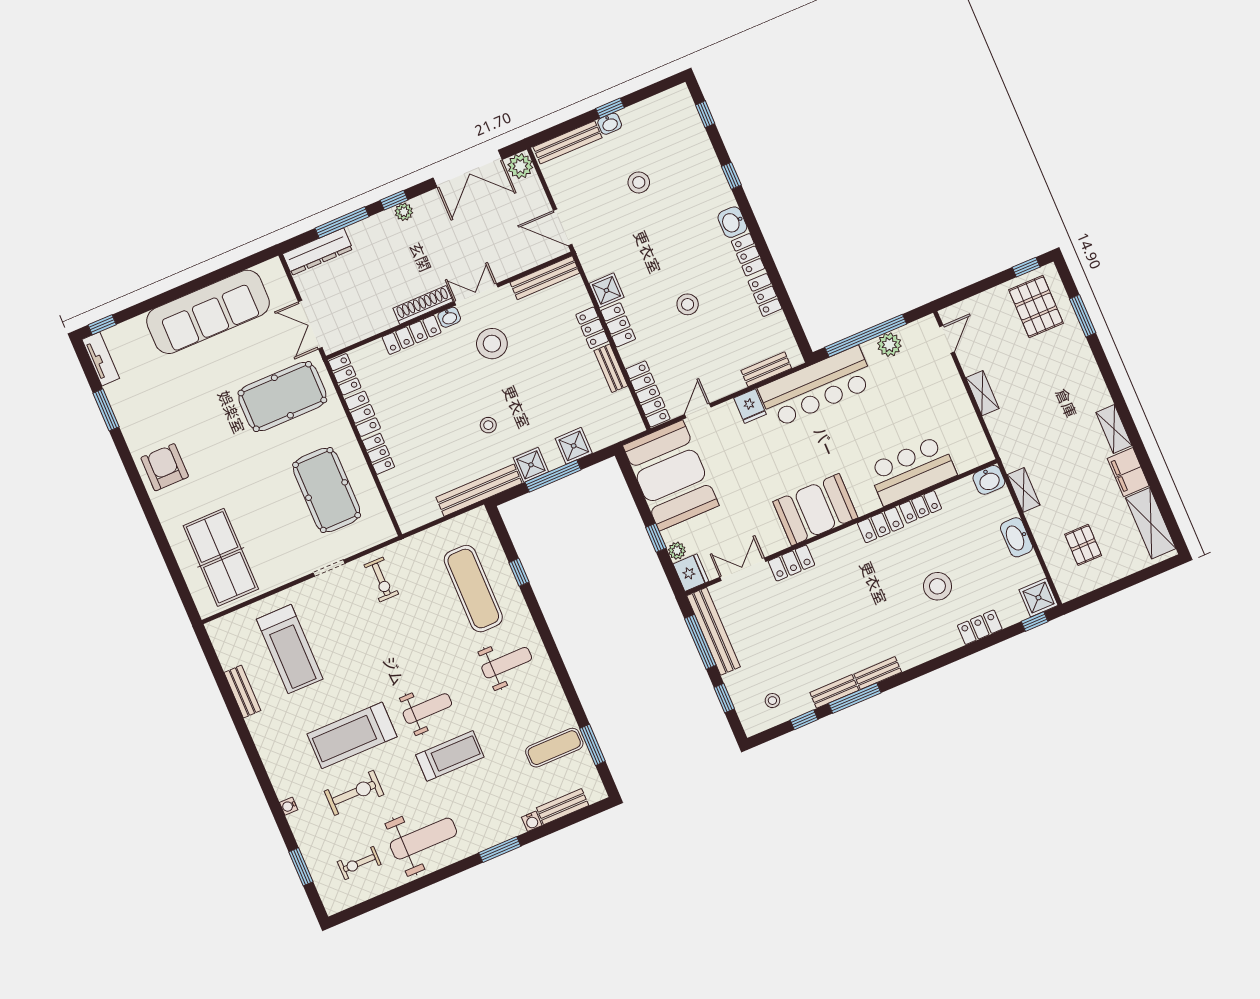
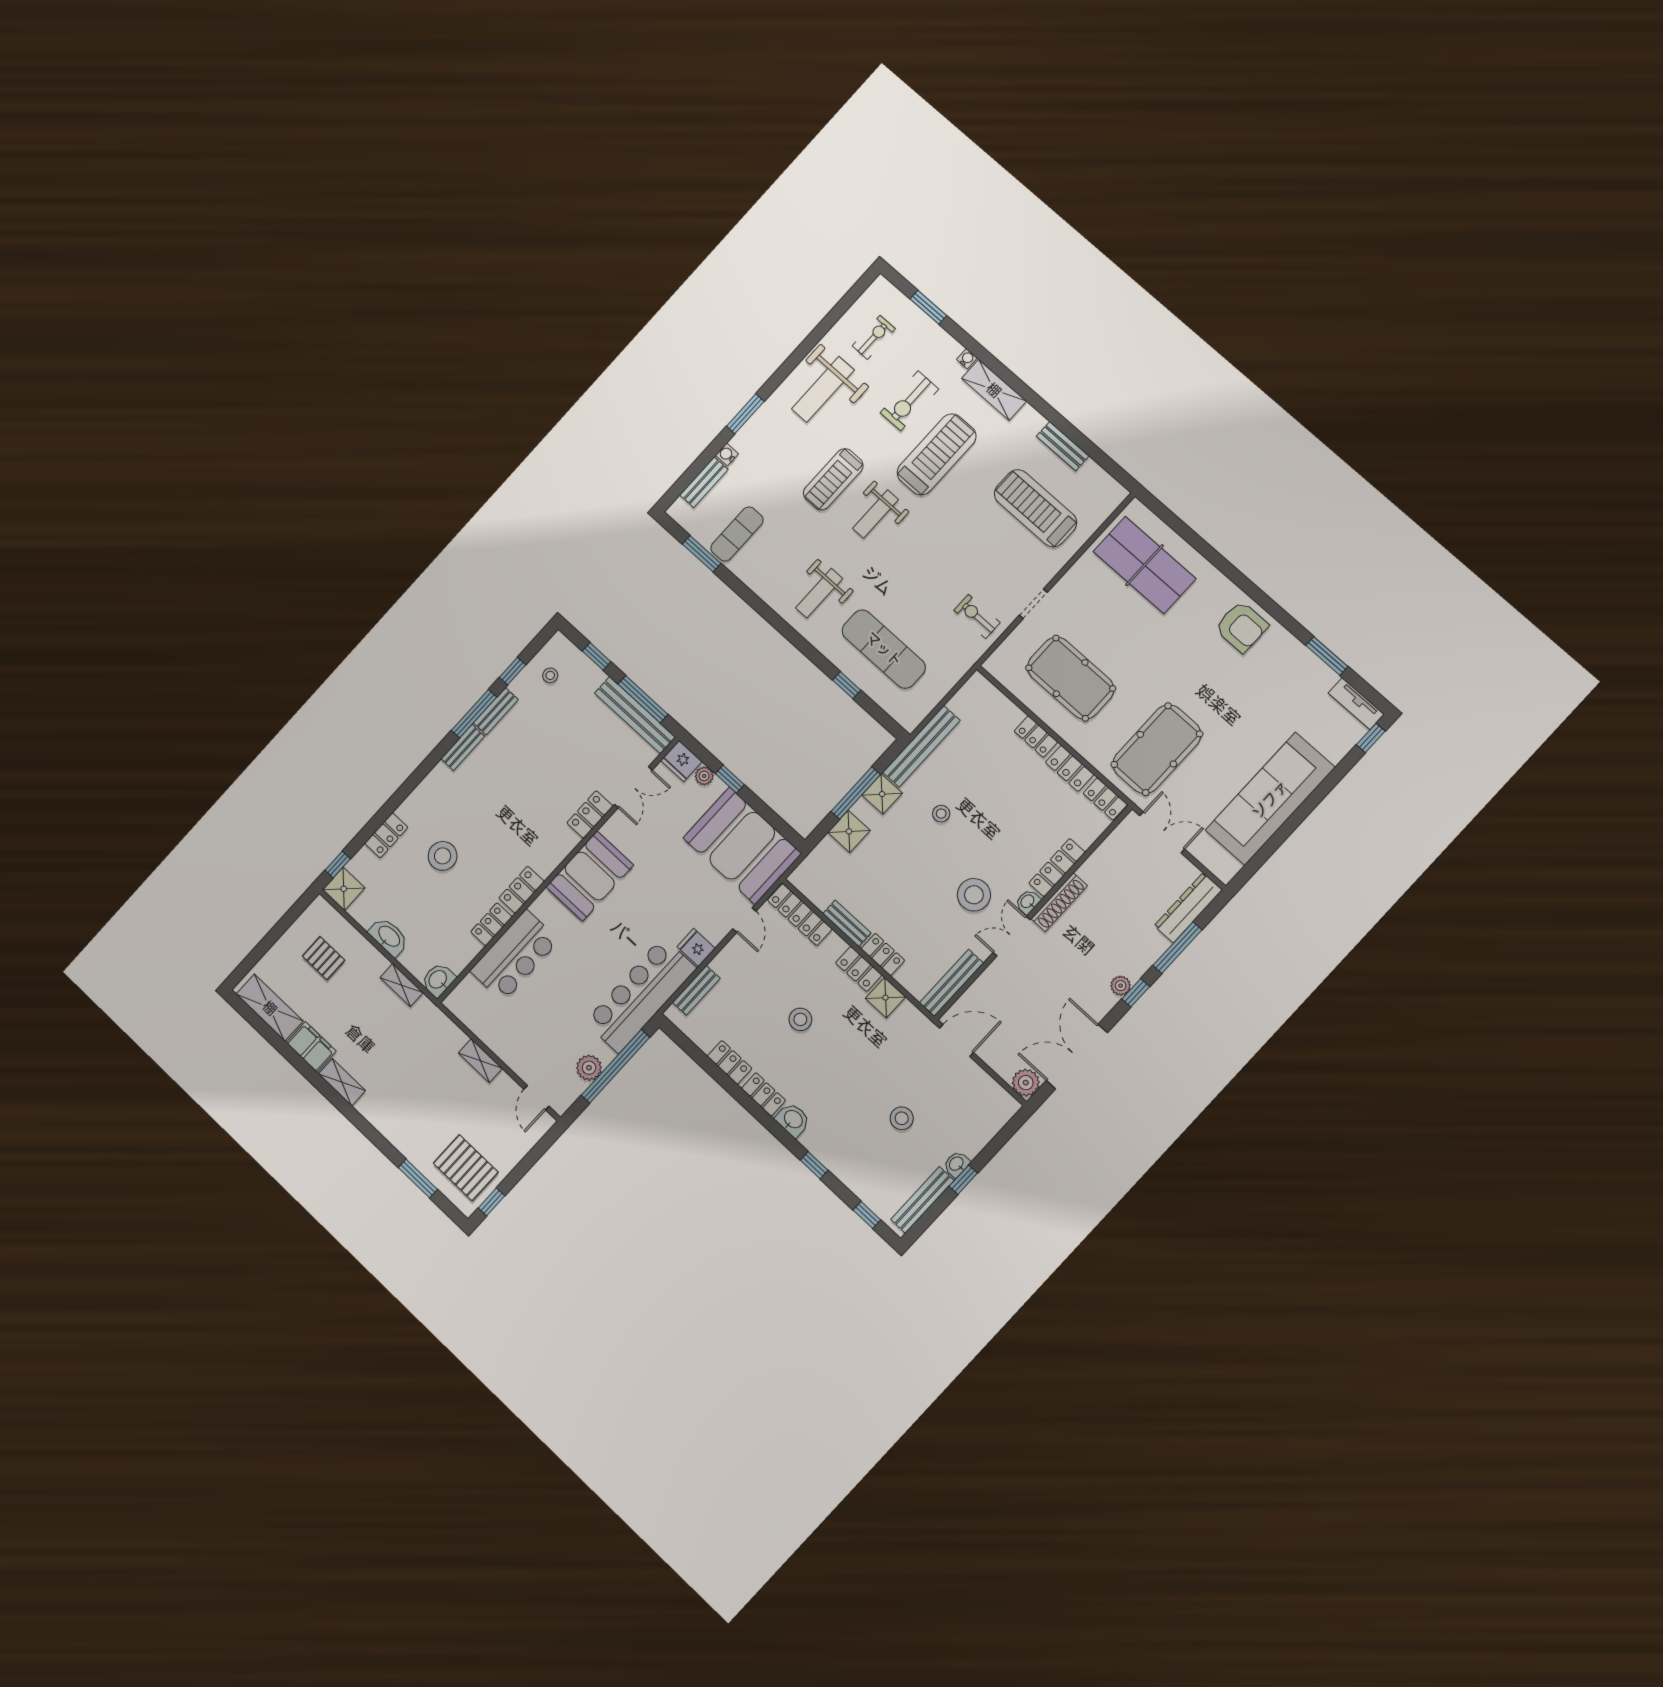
bench: (568, 142) -> (922, 1200), moved
double door: (476, 294) -> (1012, 936), swing flipped
shelving: (278, 768) -> (994, 390), added

